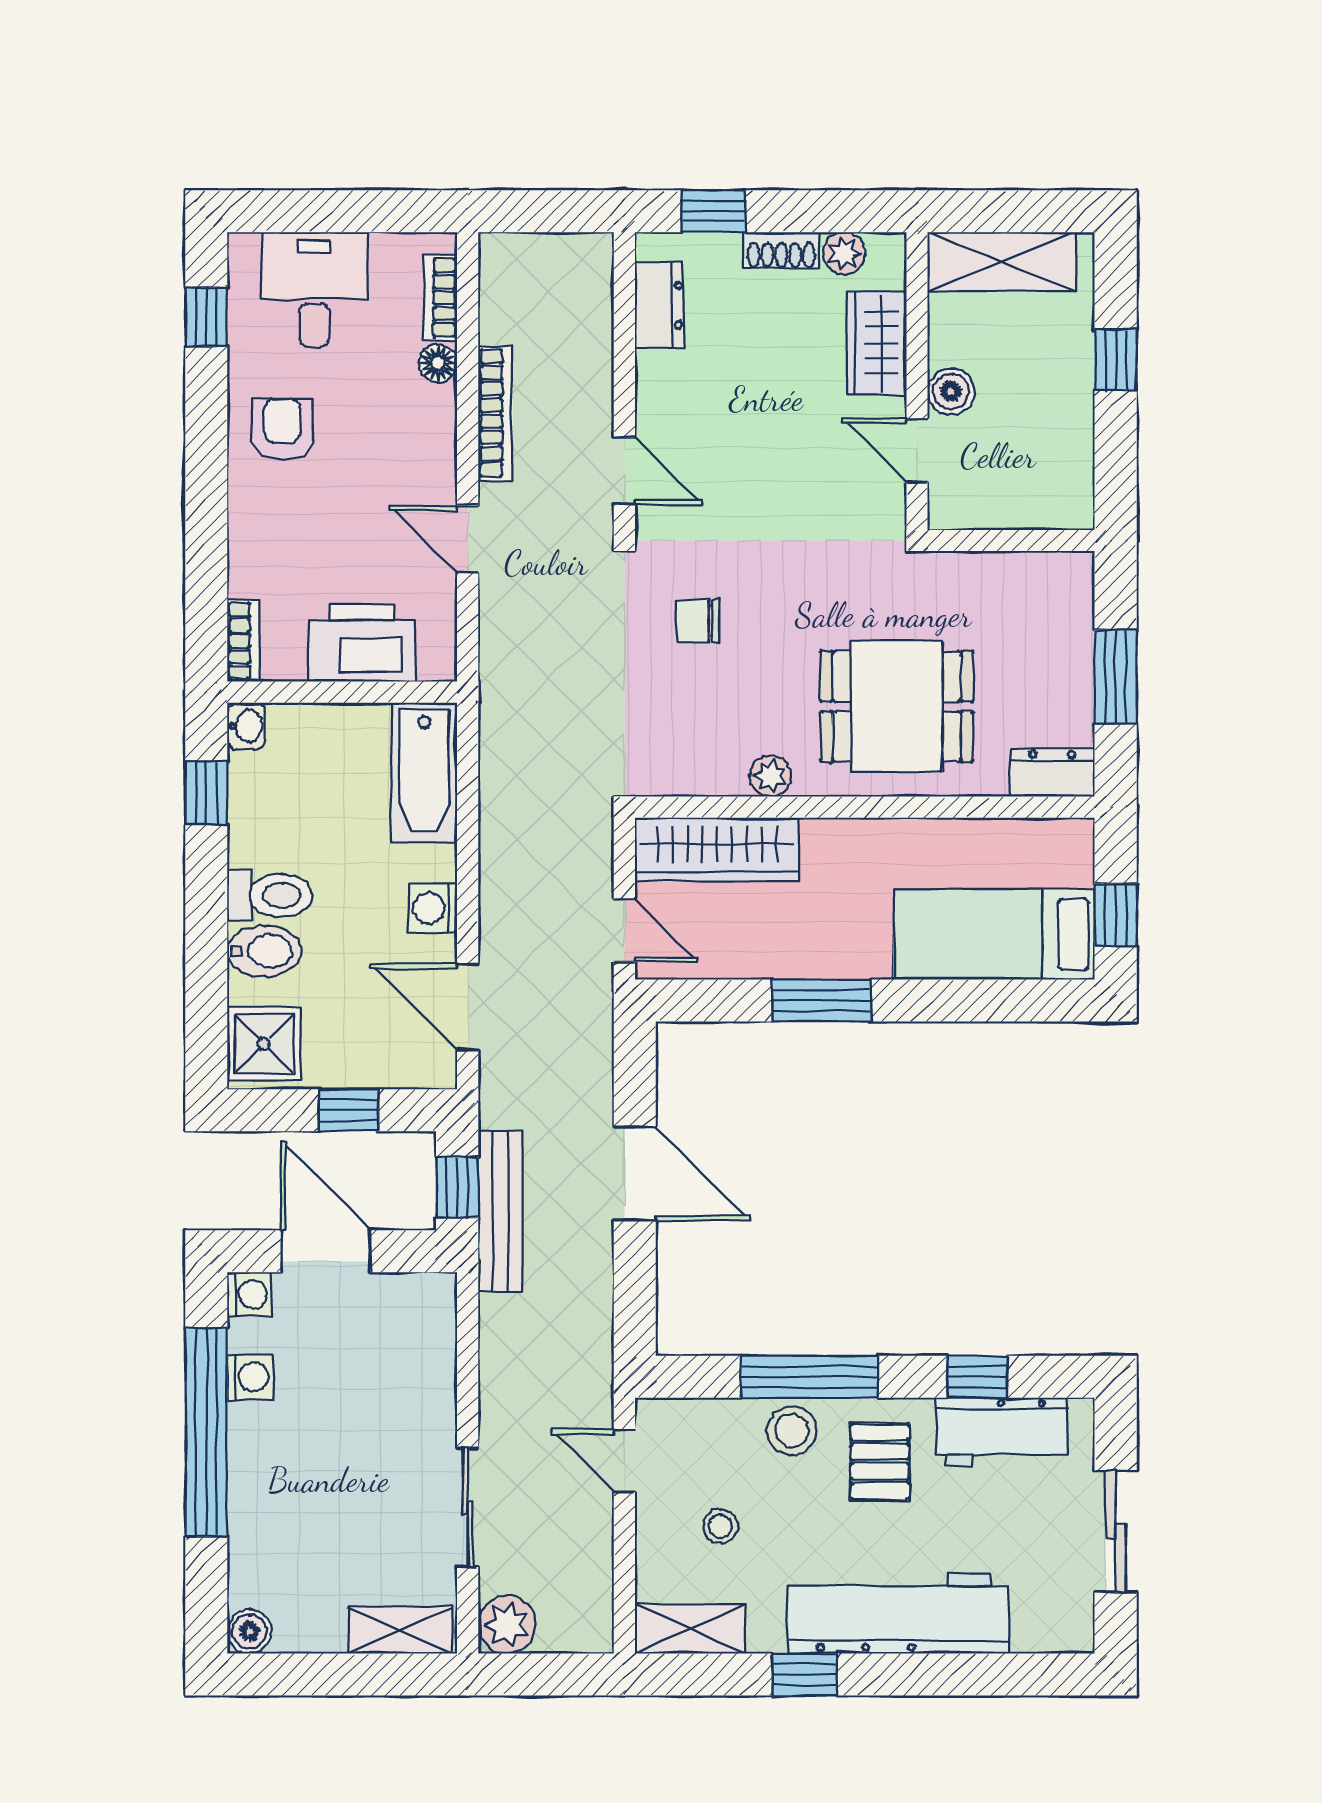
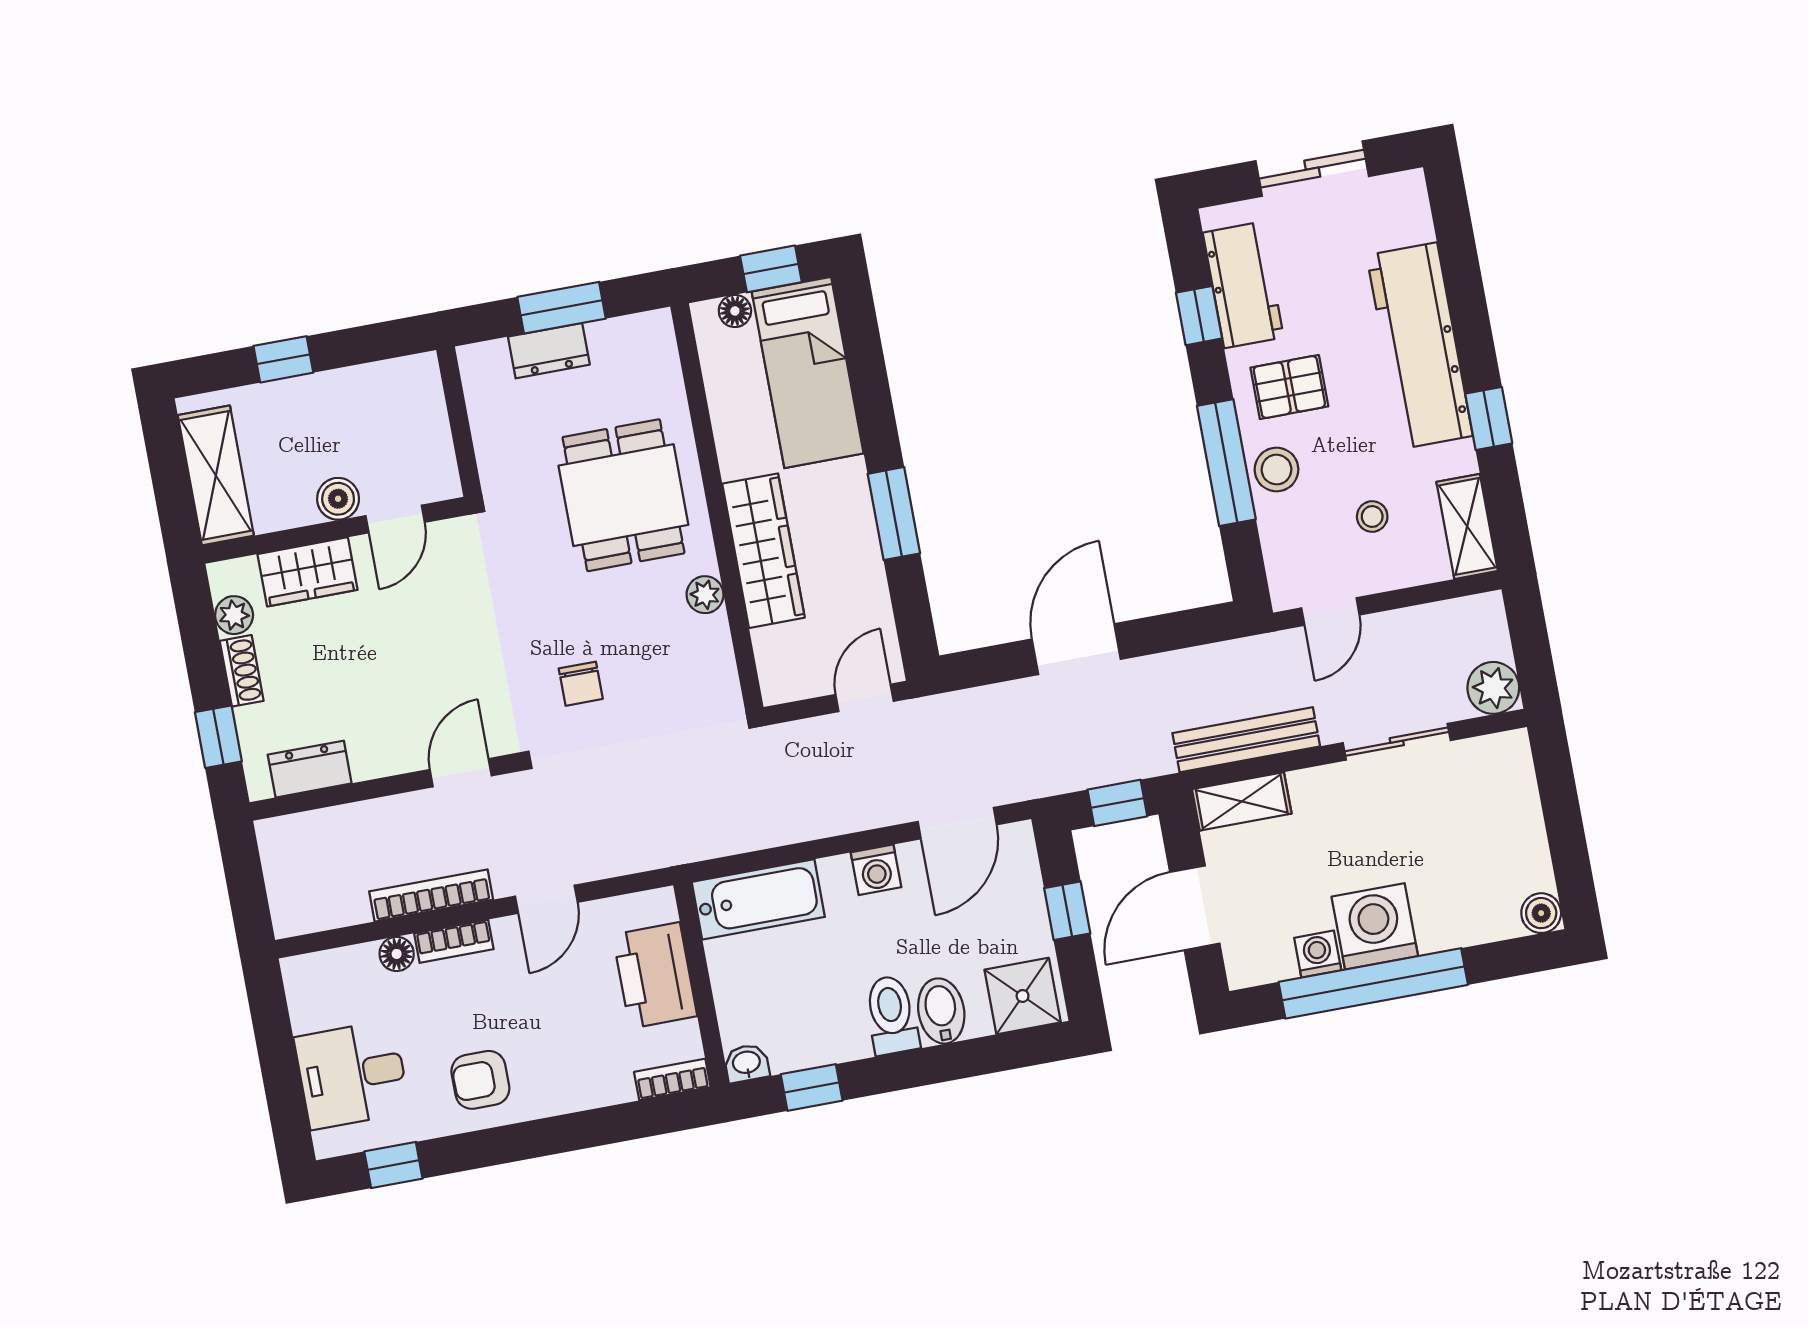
bookcase: (440, 298) -> (454, 941), moved
dresser: (1052, 773) -> (549, 351), moved, turned -90
wardrobe: (717, 849) -> (763, 551), moved
floor lamp: (1077, 867) -> (735, 311), added
bench: (500, 1211) -> (1246, 740), moved
washing machine: (249, 1294) -> (1375, 926), moved, width x1.89, depth x1.89
shelving: (401, 1630) -> (1242, 801), moved, turned 90

